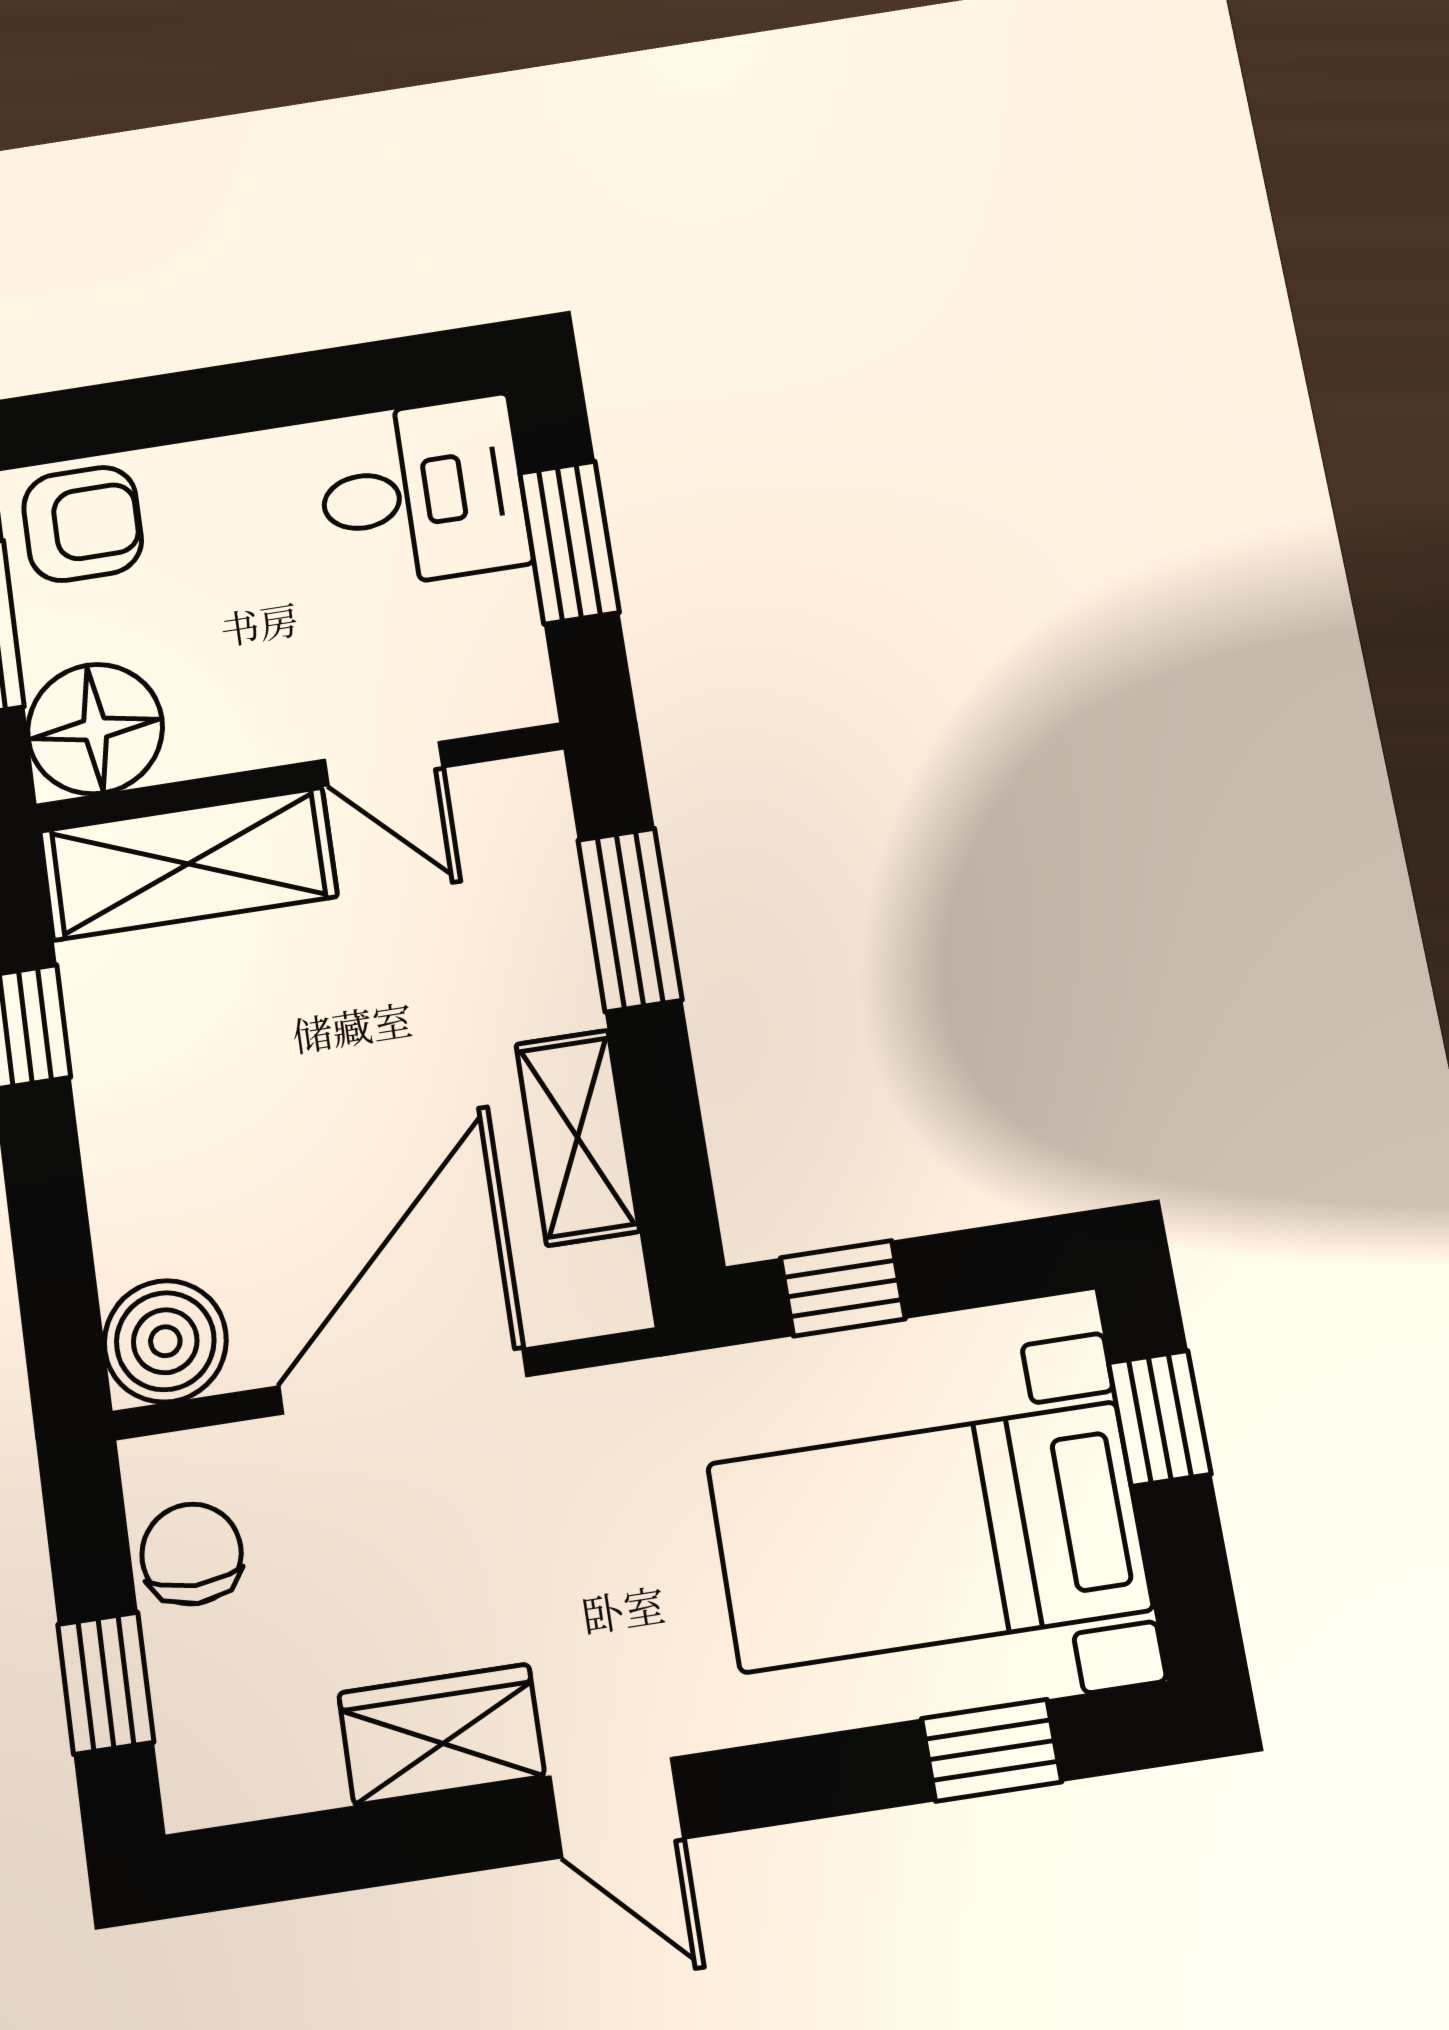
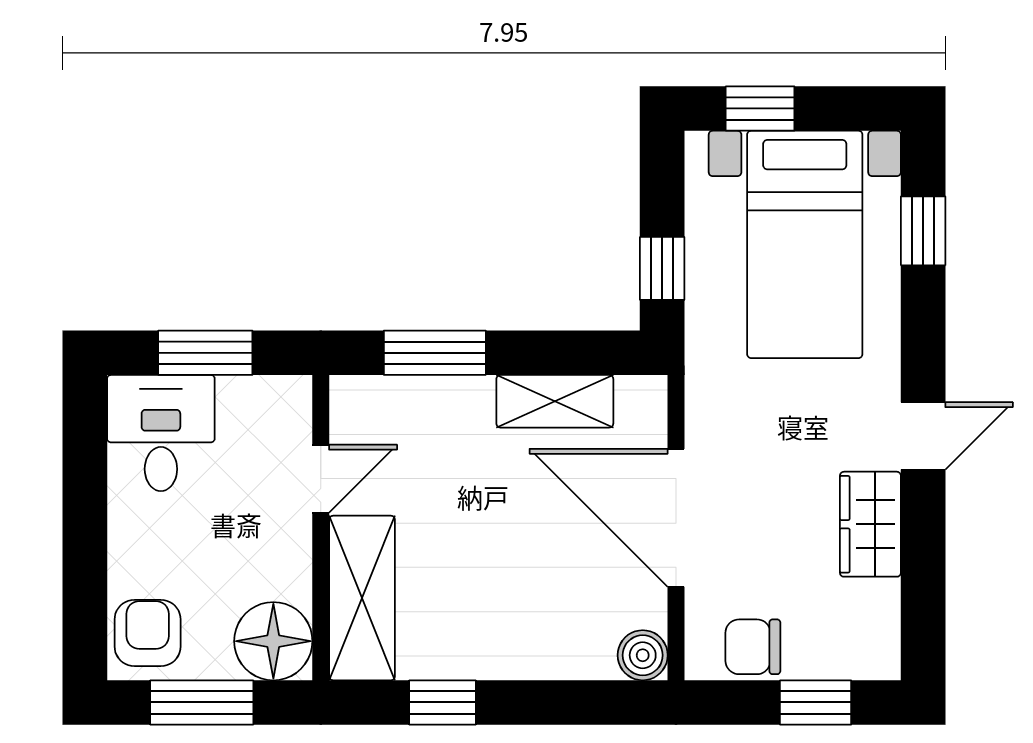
boiler: (165, 1341) -> (643, 655), width x0.73, depth x0.73

